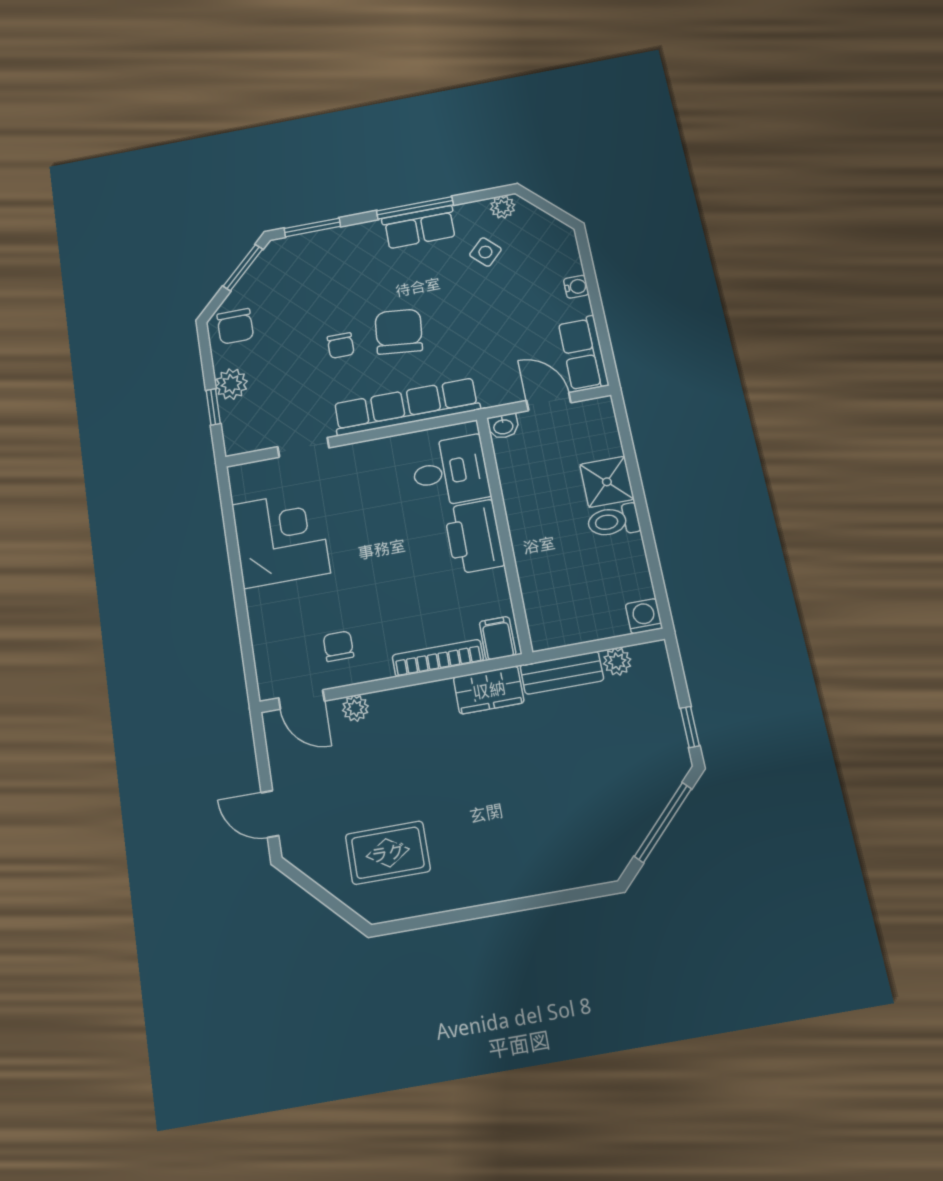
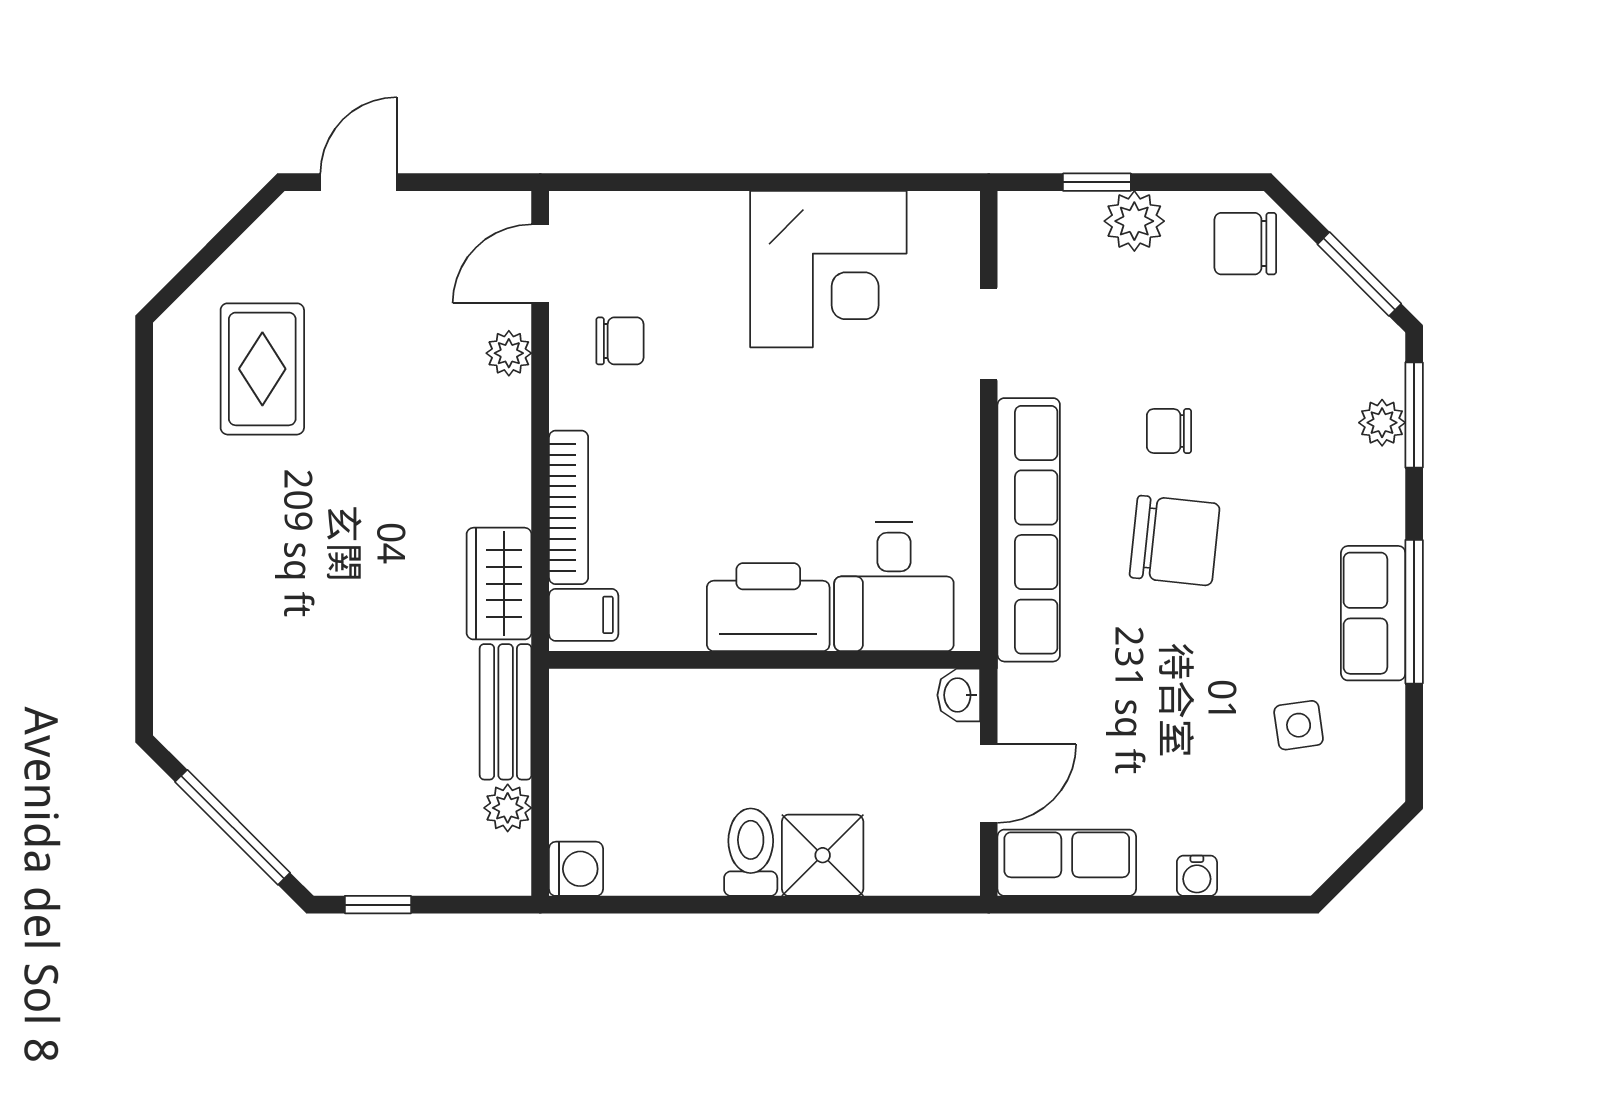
plant: (503, 207) -> (1382, 423), moved
side table: (485, 252) -> (1299, 725), turned 37

